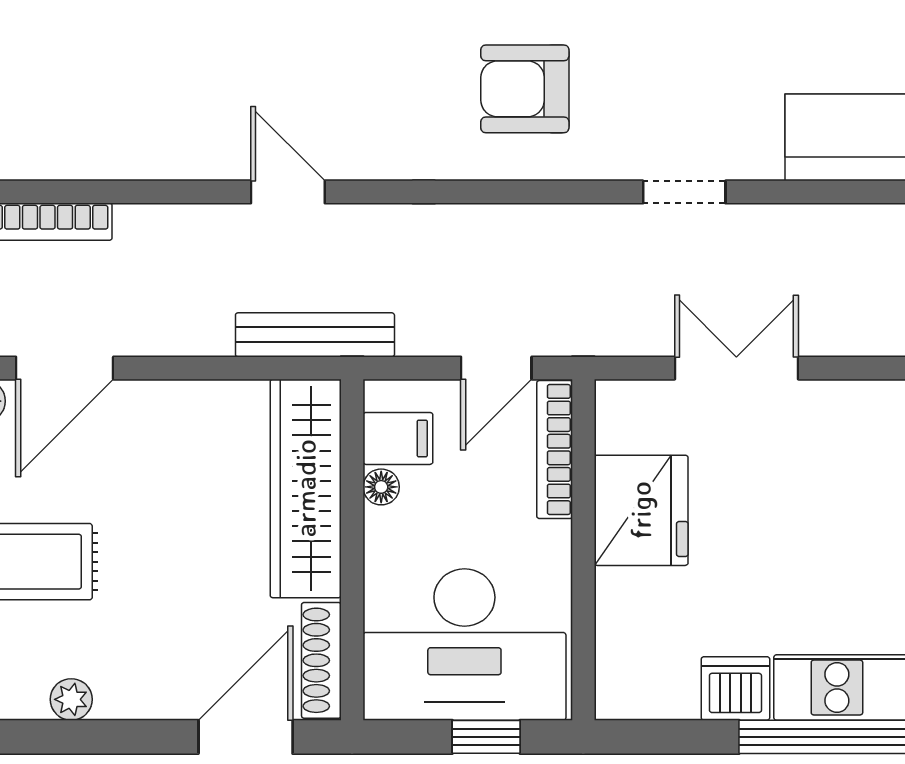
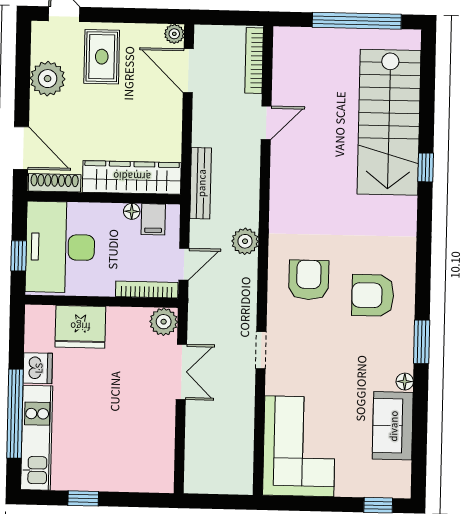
door: (288, 192) -> (266, 123), moved
plant: (442, 233) -> (245, 241), added
door: (496, 368) -> (184, 264), swing flipped
plant: (626, 410) -> (164, 322), added
fridge: (641, 510) -> (80, 327), moved
plant: (71, 699) -> (48, 79), width x1.87, depth x1.87

